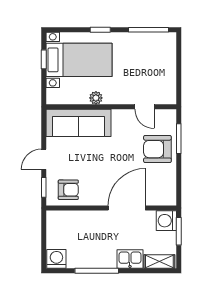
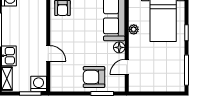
floor lamp: (119, 116) -> (119, 47), added
armchair: (157, 149) -> (94, 77), turned -90
door: (127, 208) -> (48, 53), width x0.53

